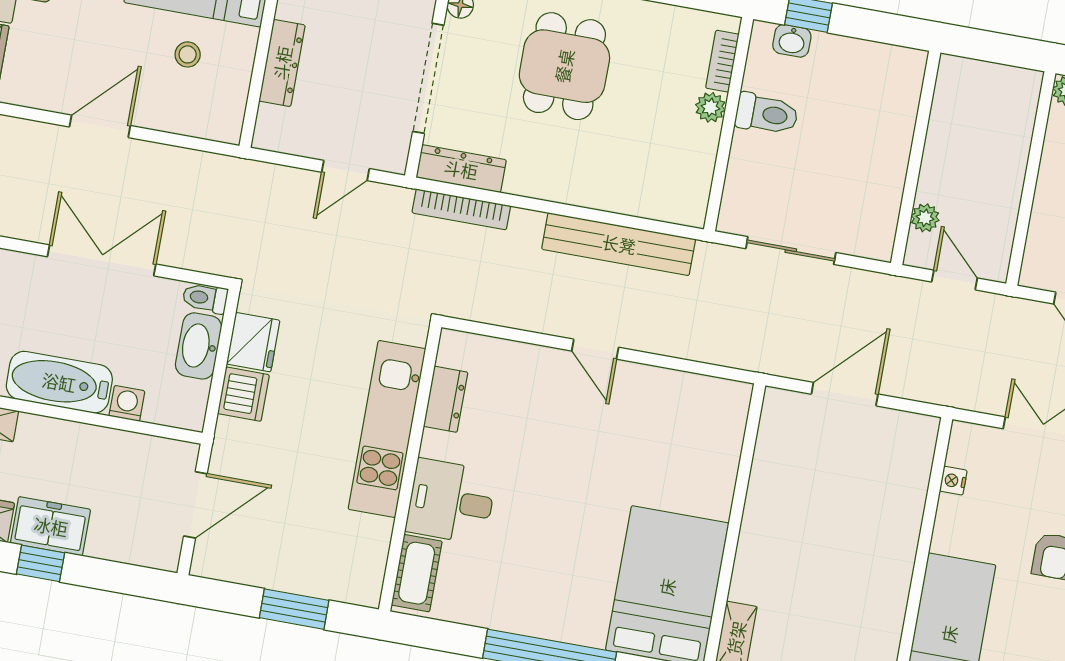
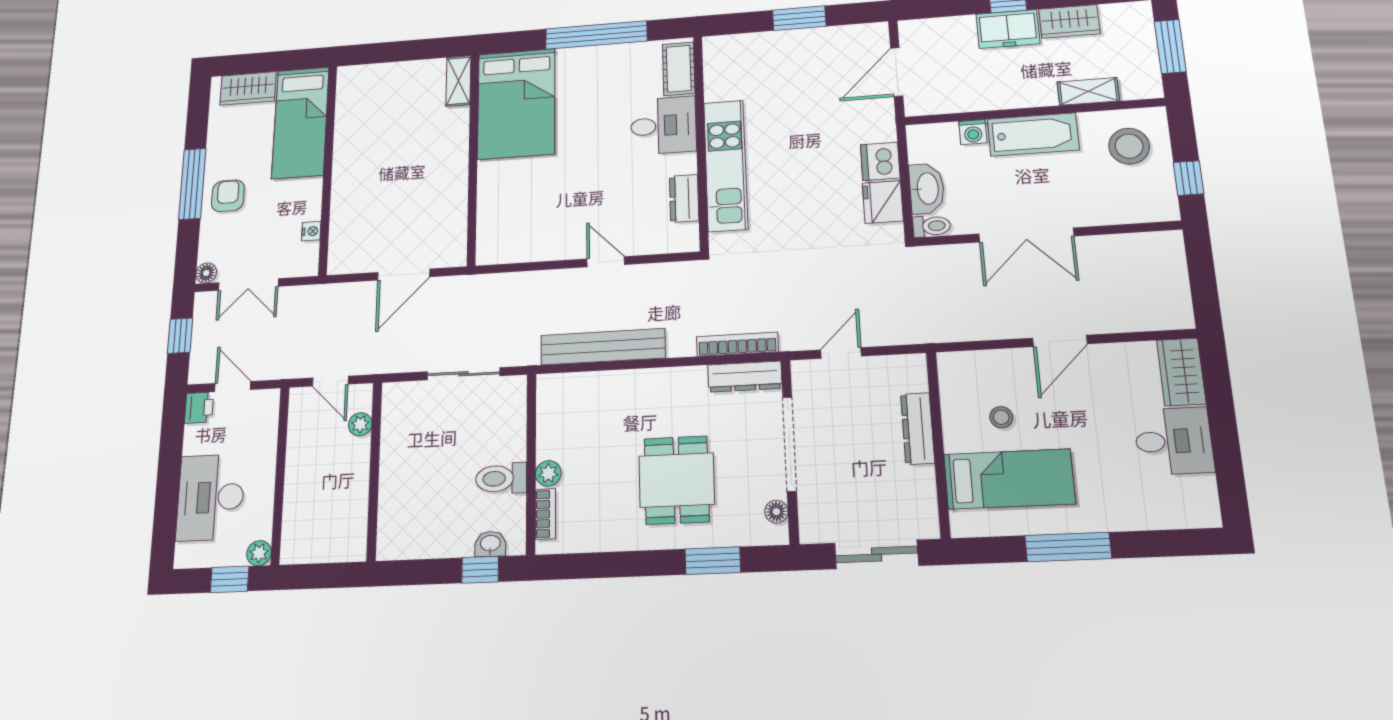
dresser: (446, 399) -> (684, 198), moved
kitchen unit: (387, 429) -> (726, 166), moved
wall: (410, 468) -> (701, 142), moved
desk: (451, 501) -> (663, 126), moved
cot: (417, 573) -> (679, 69), moved

